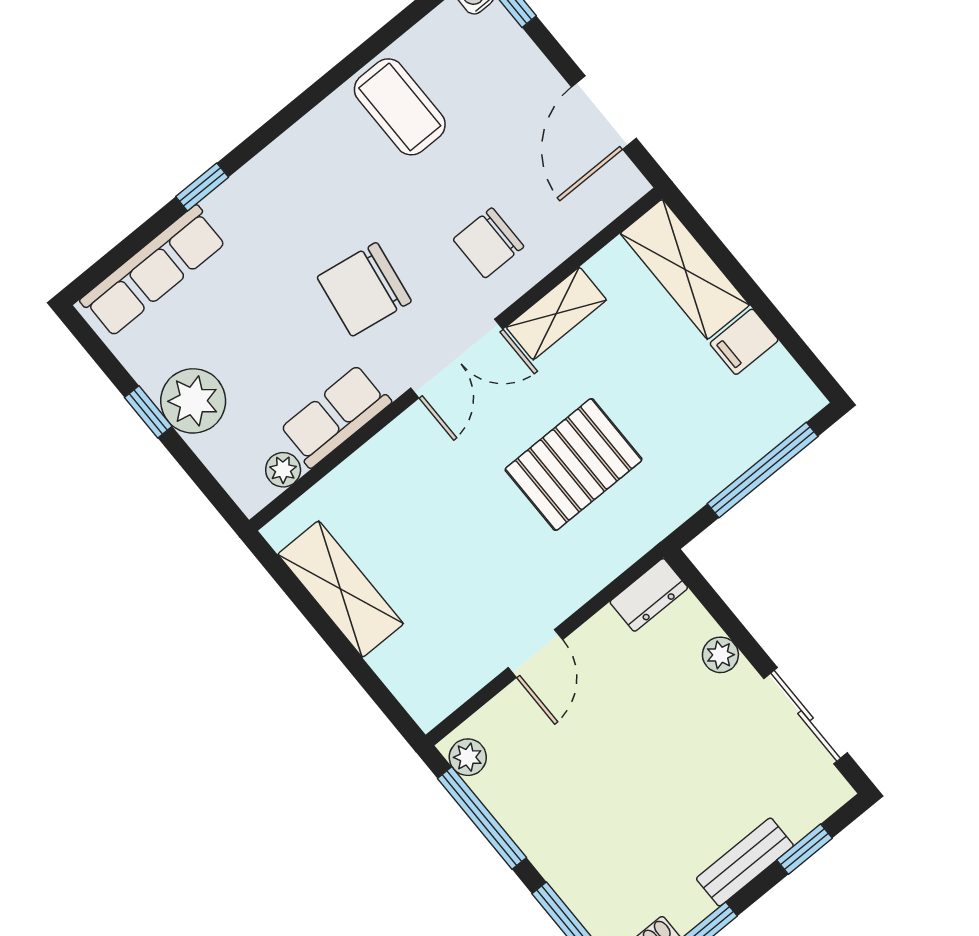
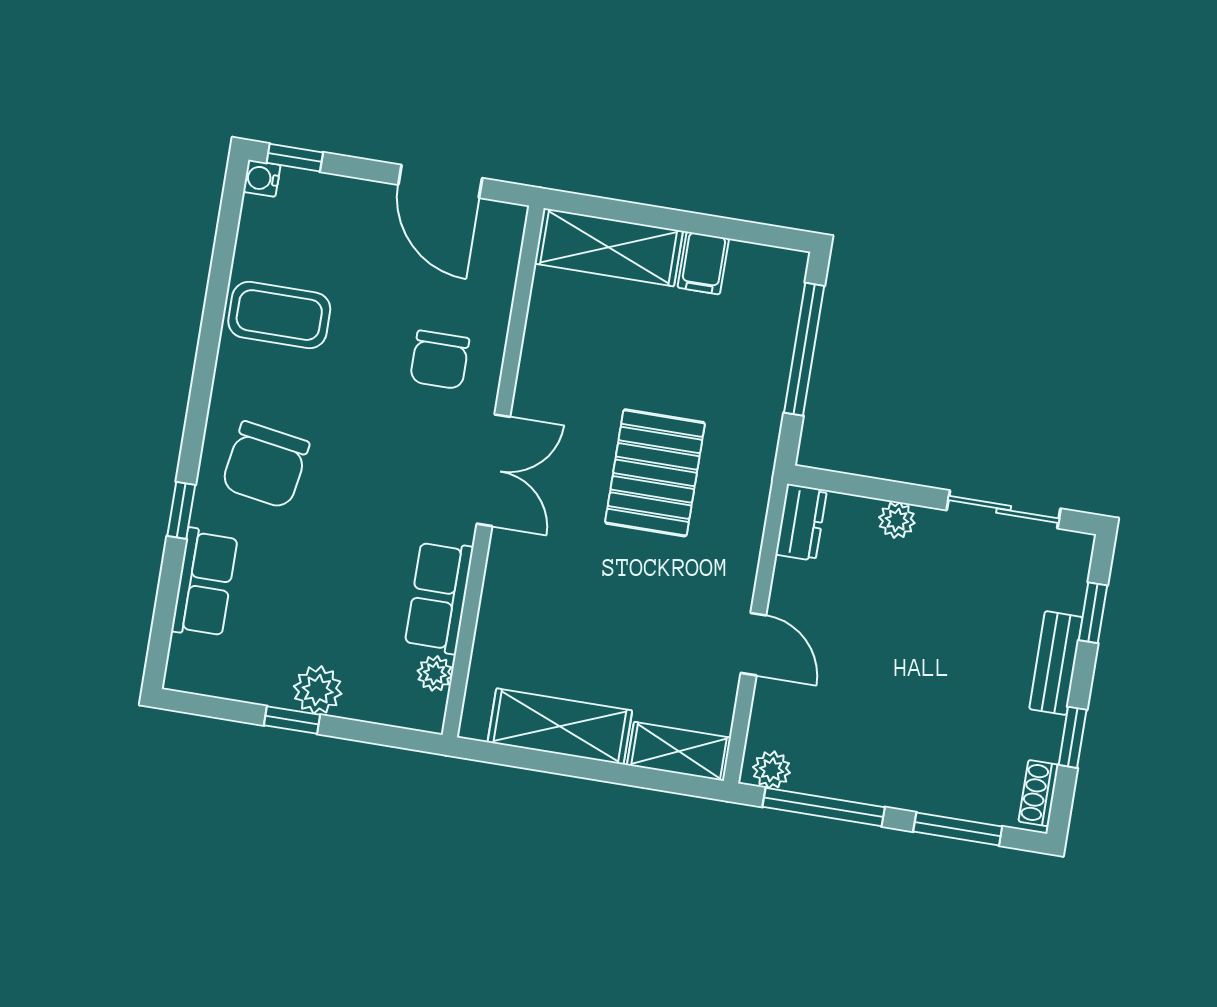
row of seats: (153, 271) -> (205, 583), width x0.68
chair: (364, 289) -> (265, 465), moved
shelving: (556, 313) -> (679, 751), moved, turned 90
plant: (193, 401) -> (318, 690), width x0.73, depth x0.73

